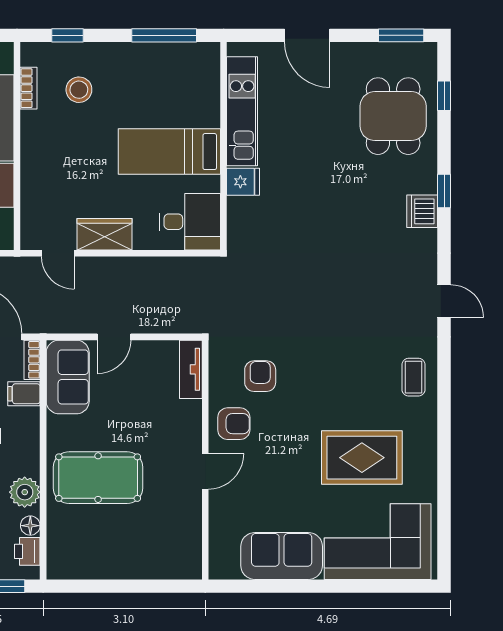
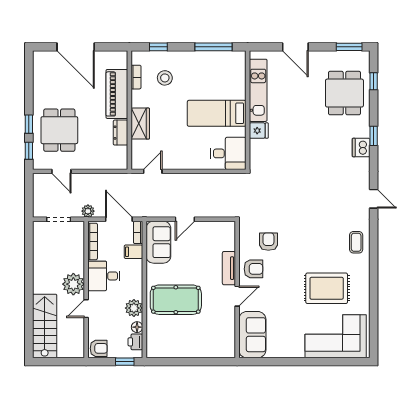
wardrobe: (104, 234) -> (140, 124), moved, turned 90
door: (58, 253) -> (153, 171), swing flipped
tv unit: (191, 369) -> (229, 268), moved
sofa: (282, 556) -> (252, 335), moved, turned 90

